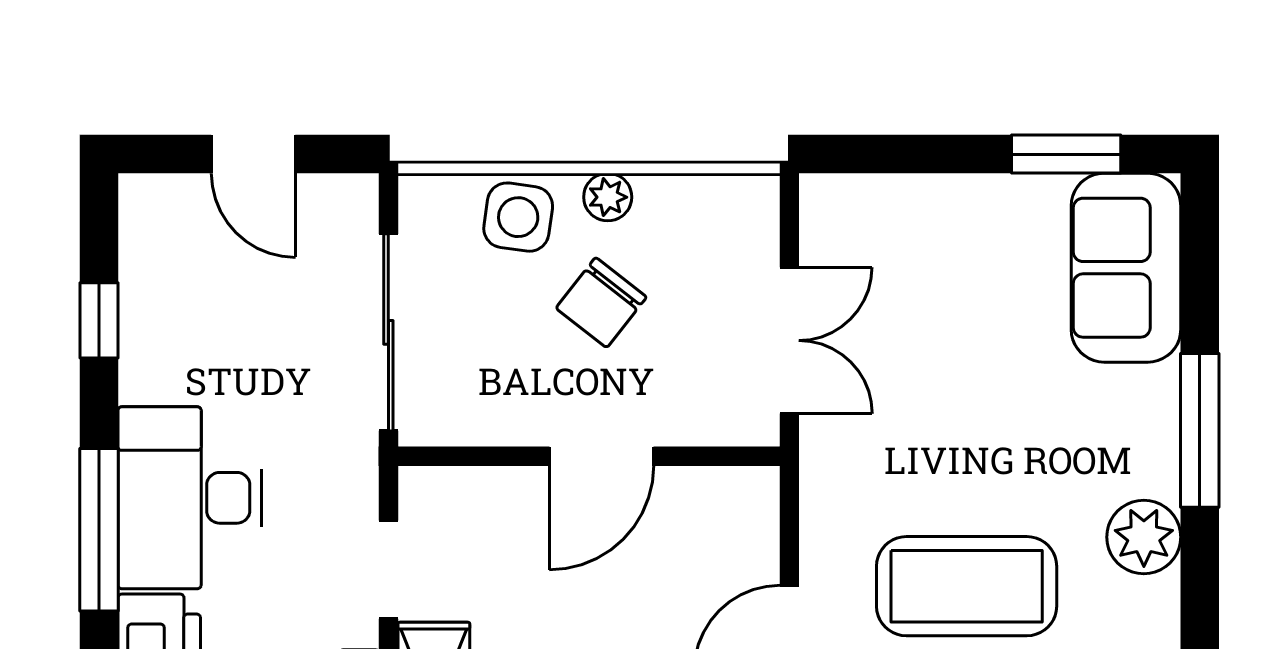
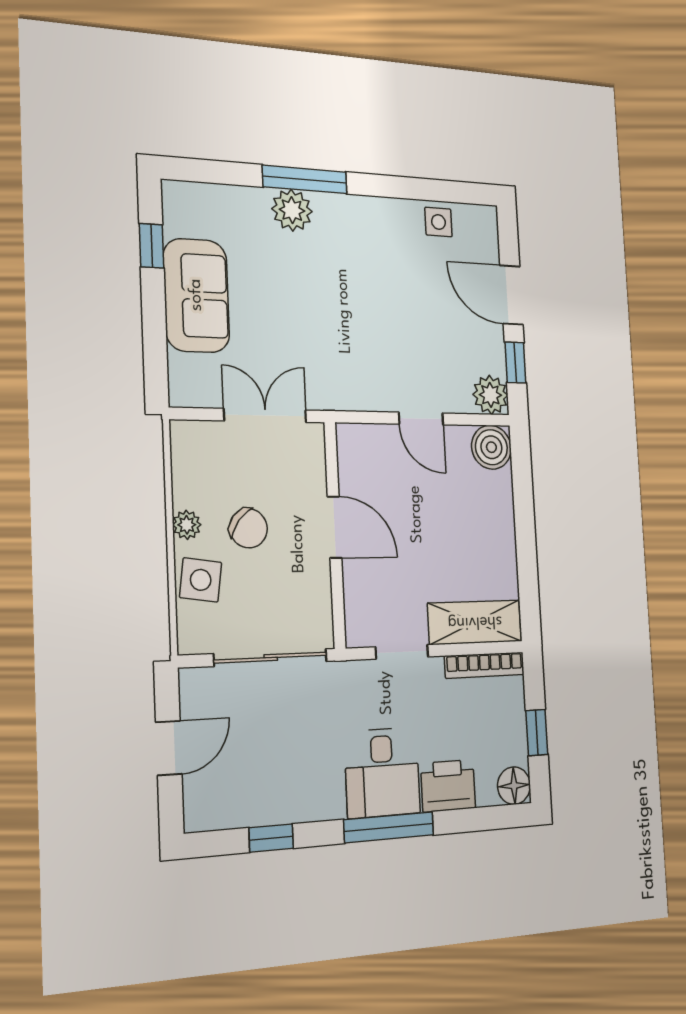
window: (1066, 154) -> (152, 246), width x0.67
sofa: (1126, 268) -> (196, 295), moved, turned -90
desk: (190, 498) -> (382, 773), width x0.73
plant: (1144, 537) -> (292, 210), moved
coffee table: (967, 586) -> (394, 317), removed

